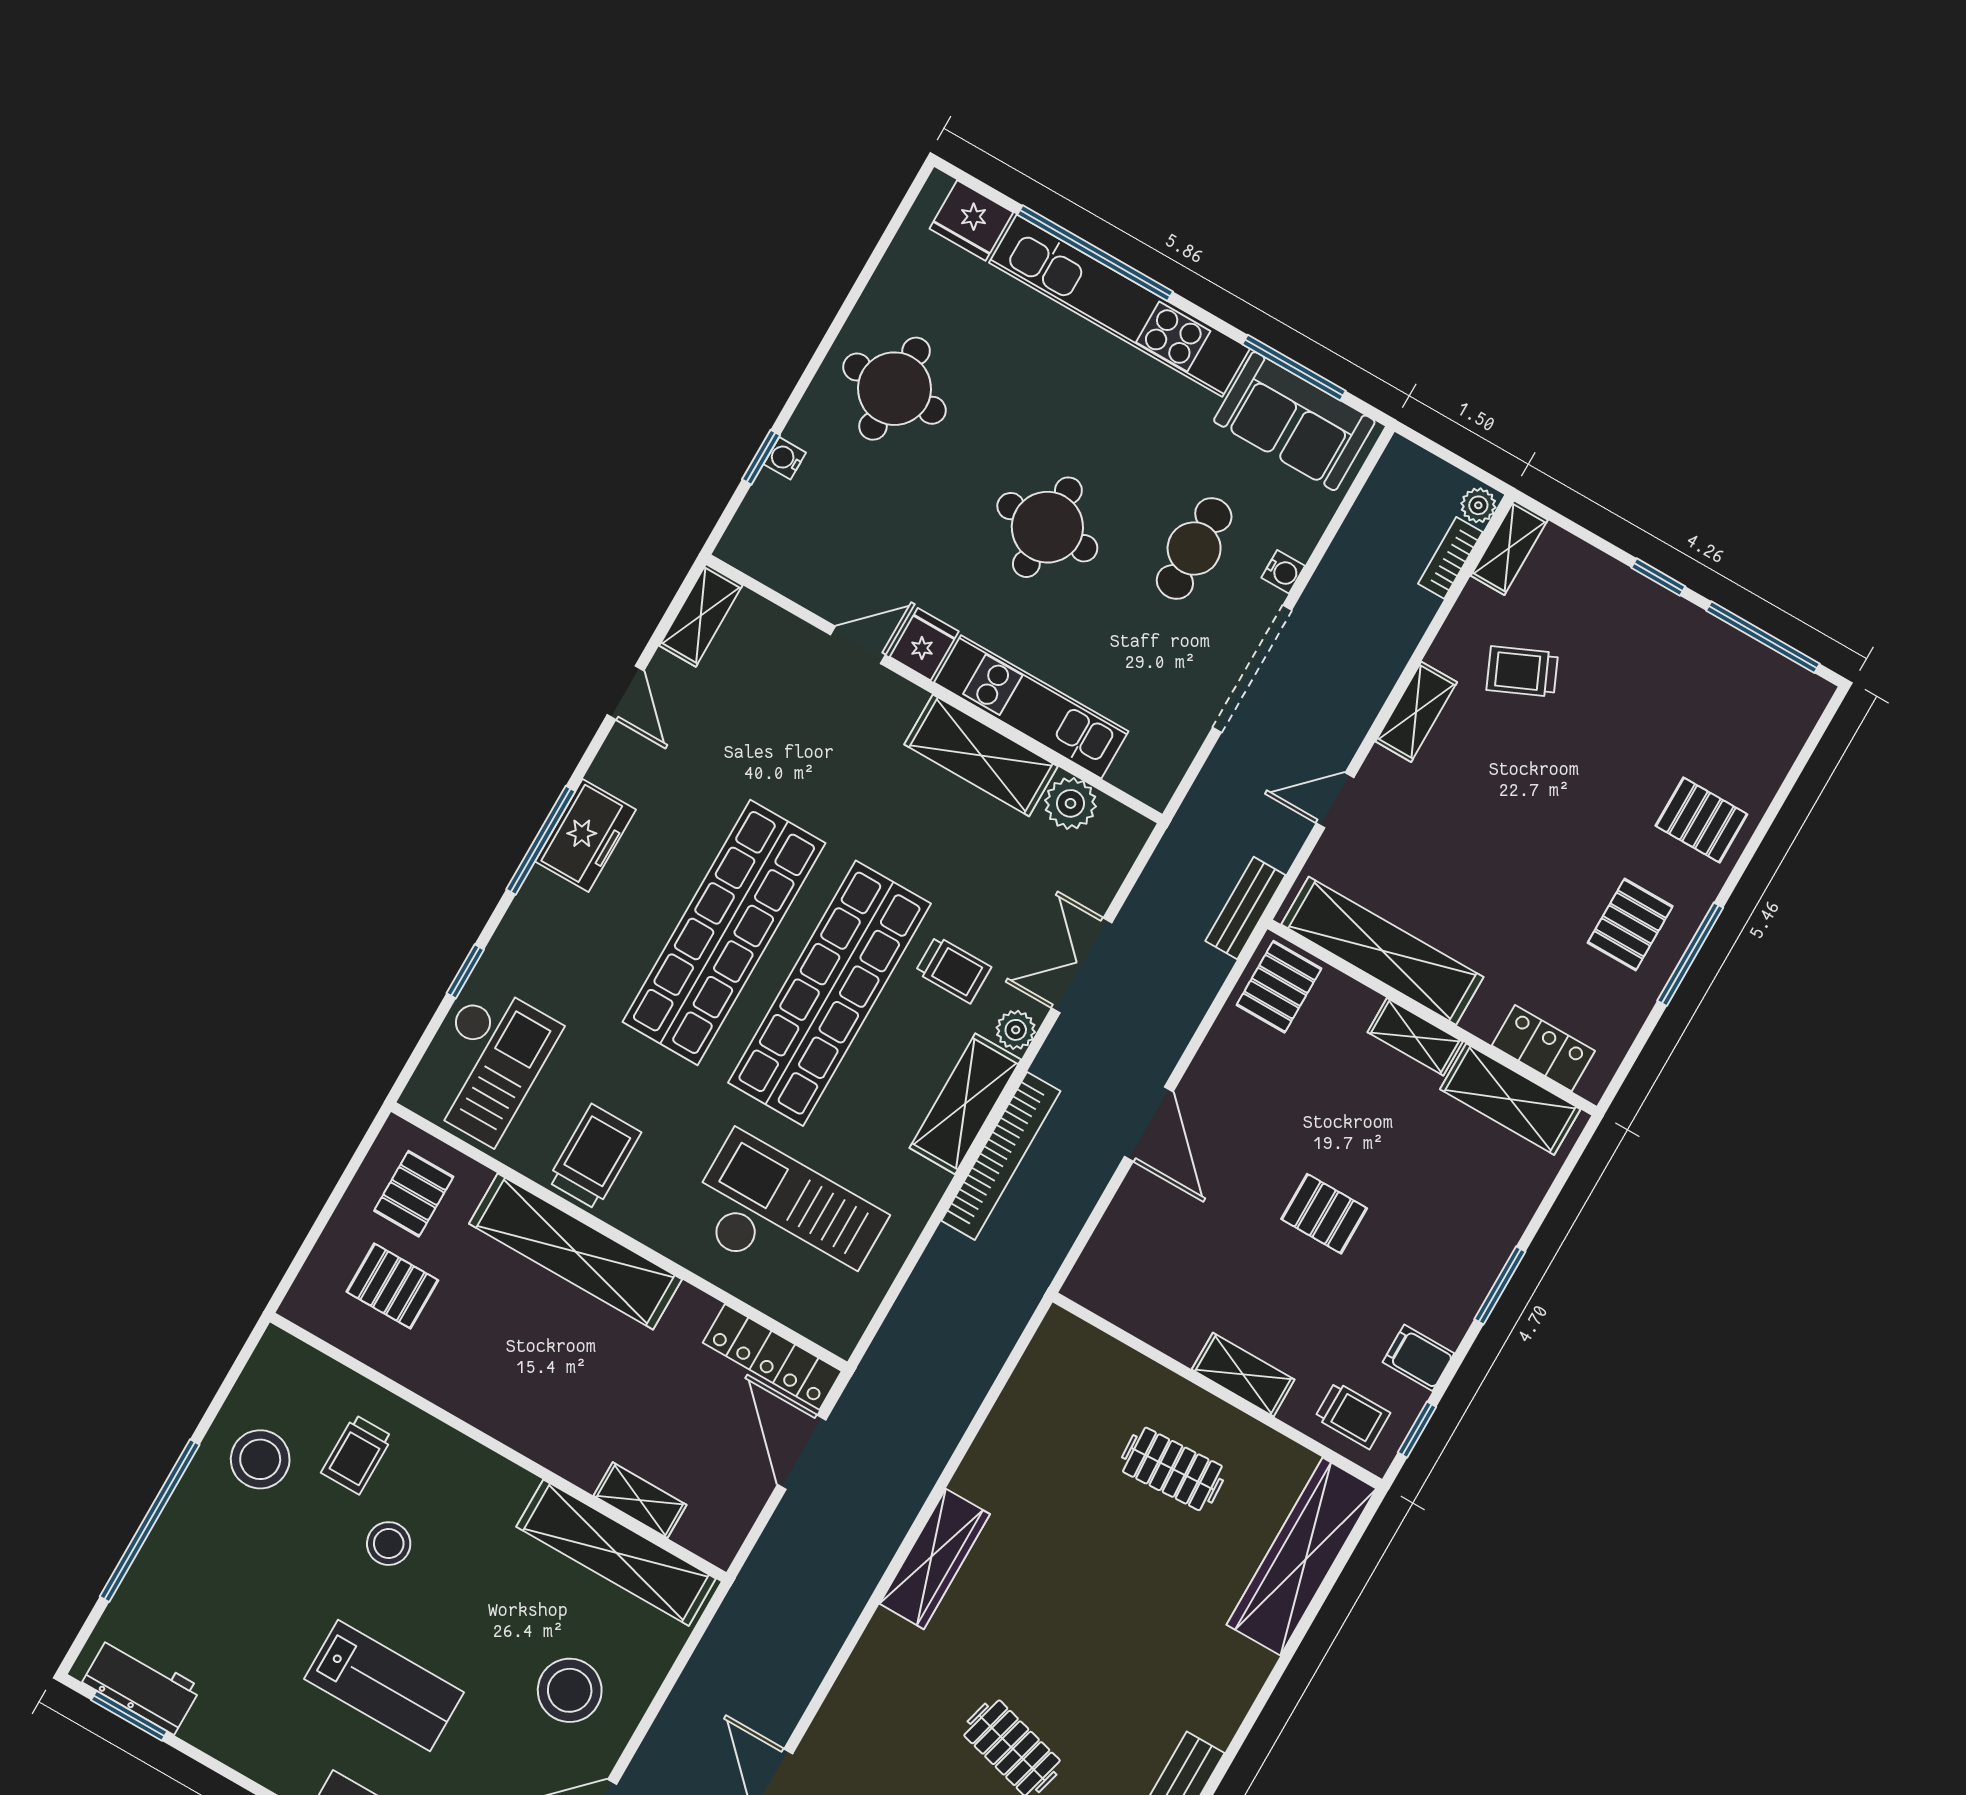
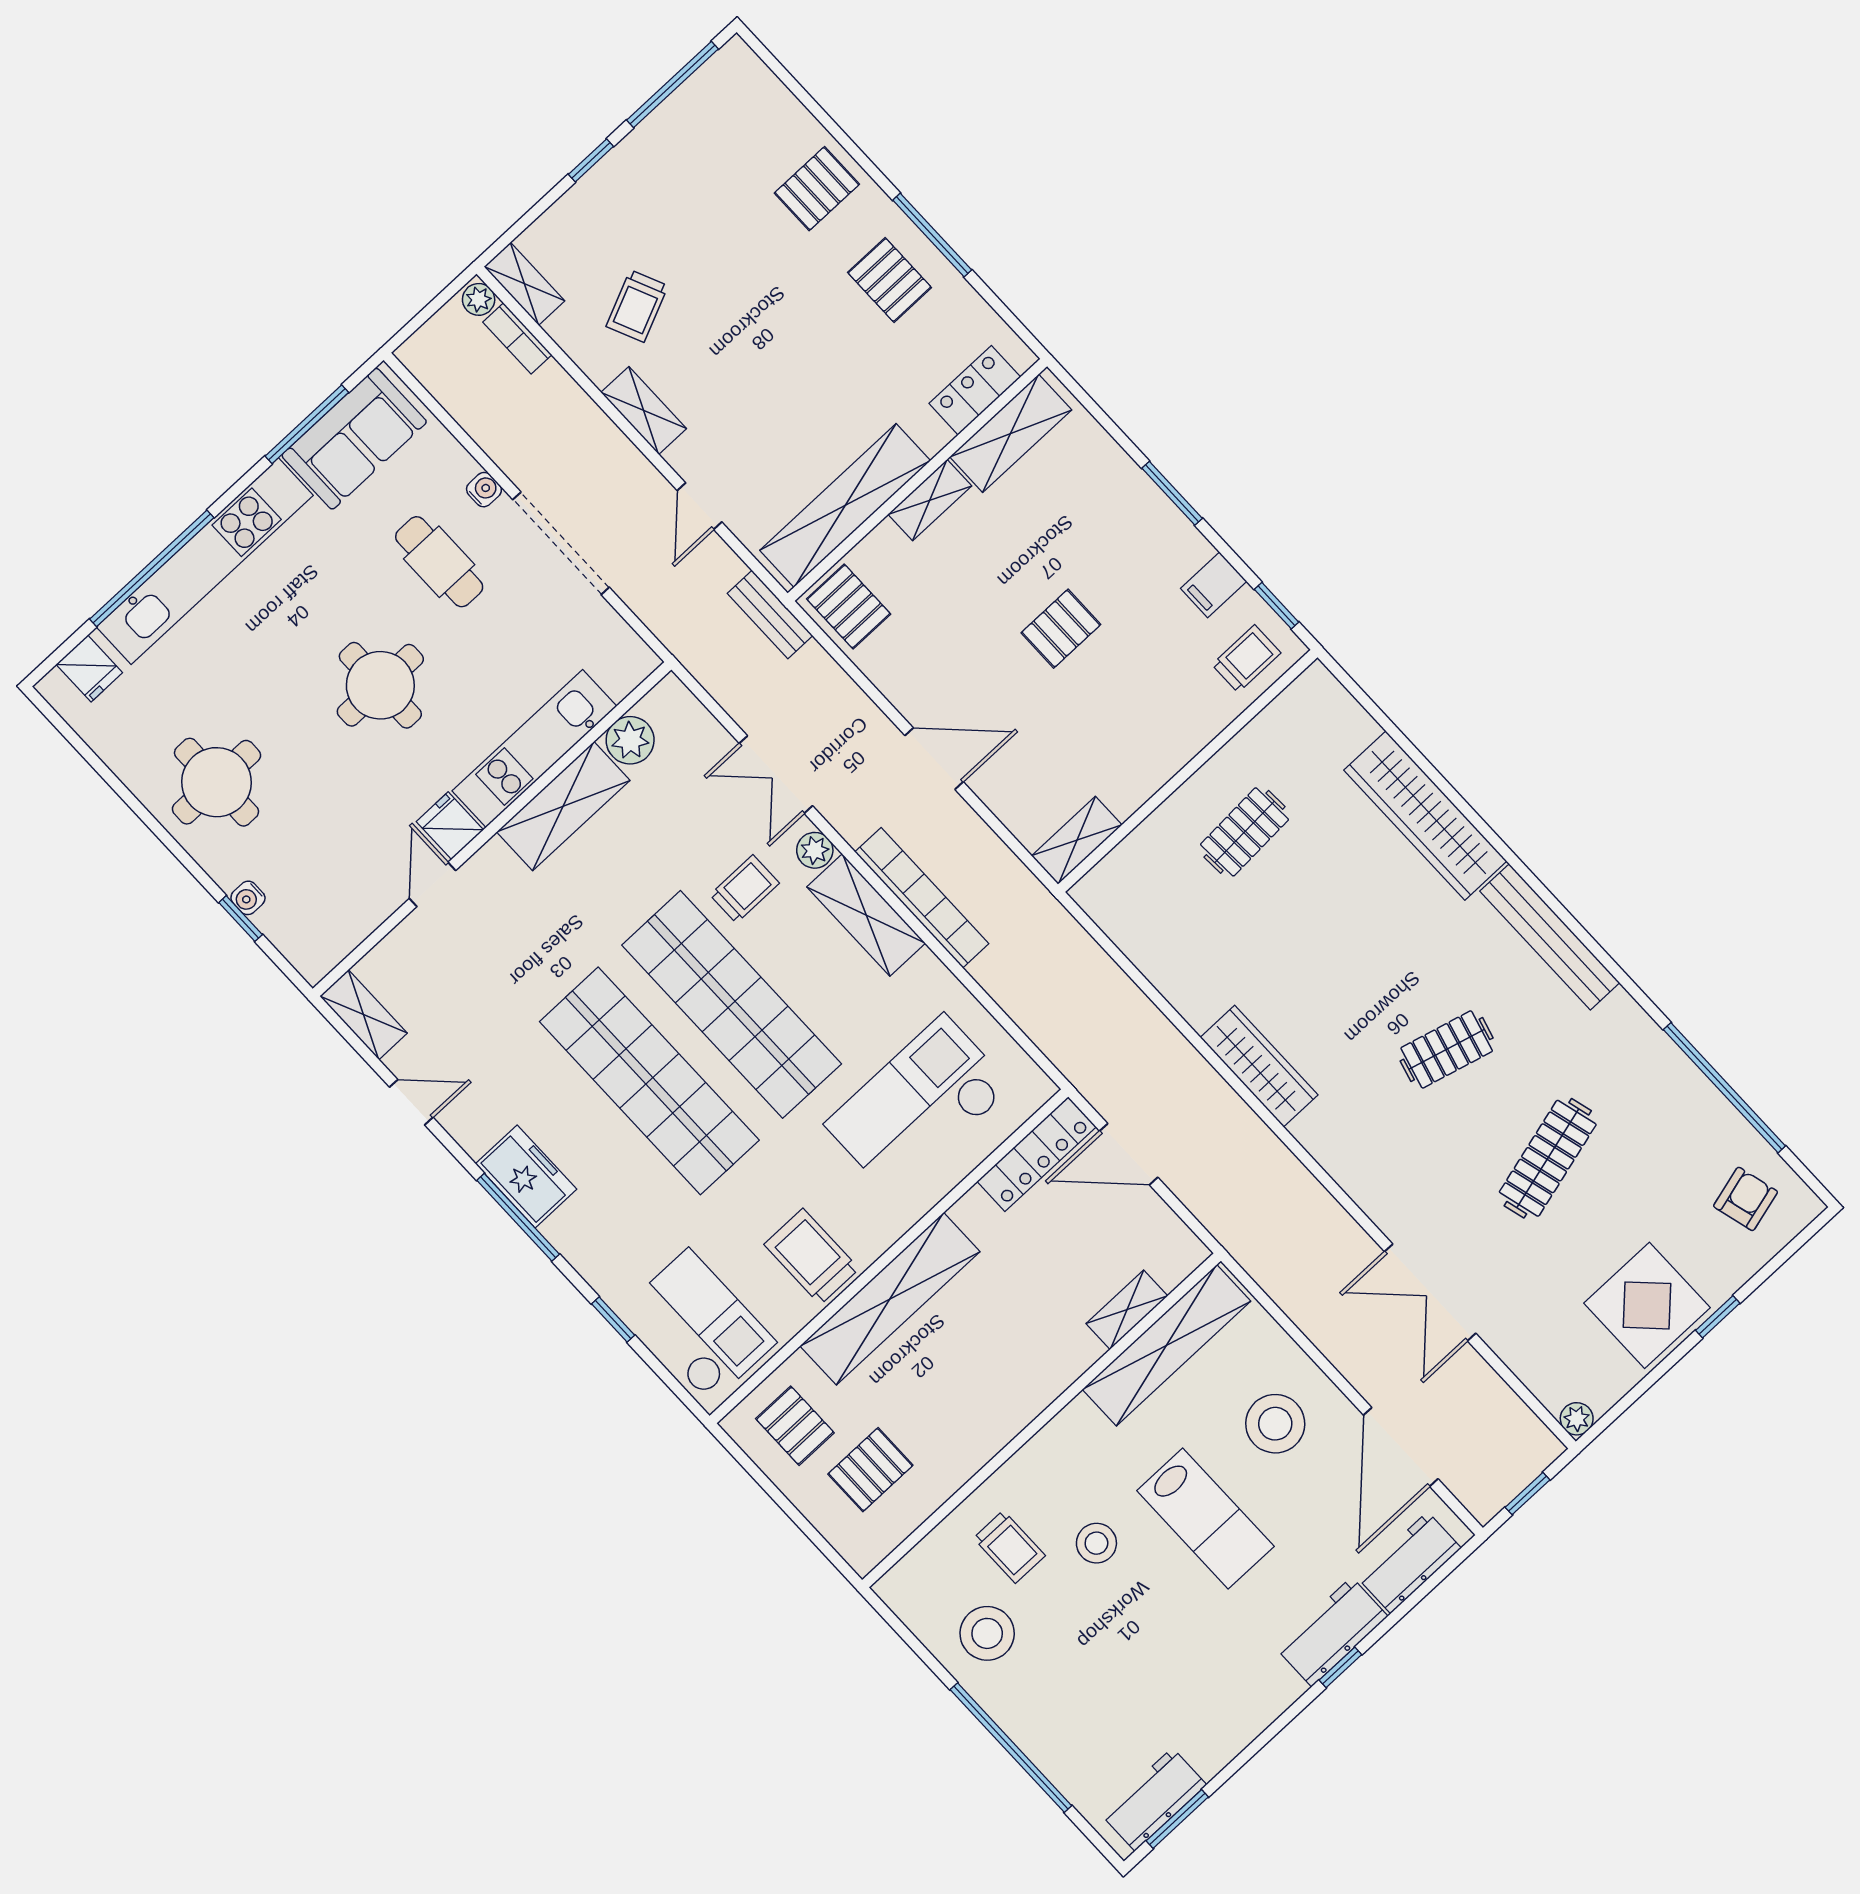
fridge: (971, 221) -> (89, 669), width x0.72
shelving: (1243, 1375) -> (1077, 840), moved
wardrobe: (1302, 1557) -> (1425, 816), moved
lab bench: (384, 1686) -> (1205, 1519), moved, turned 90

